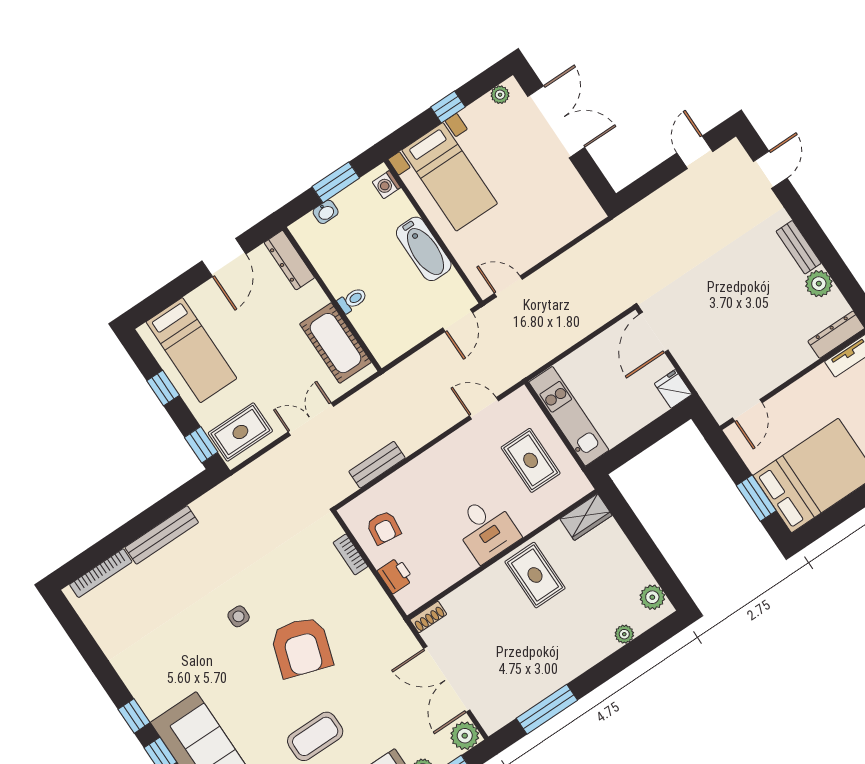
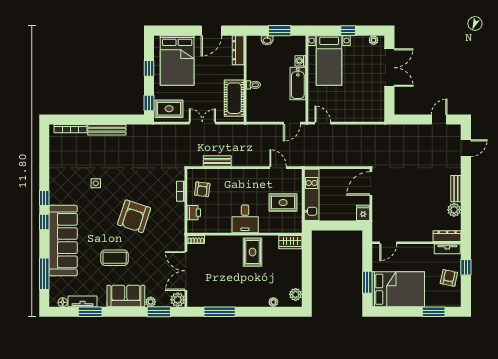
washing machine: (386, 185) -> (300, 61), moved
bed: (191, 350) -> (177, 60), width x1.50
rug: (531, 460) -> (283, 203), turned 90
side table: (239, 616) -> (96, 183), moved

